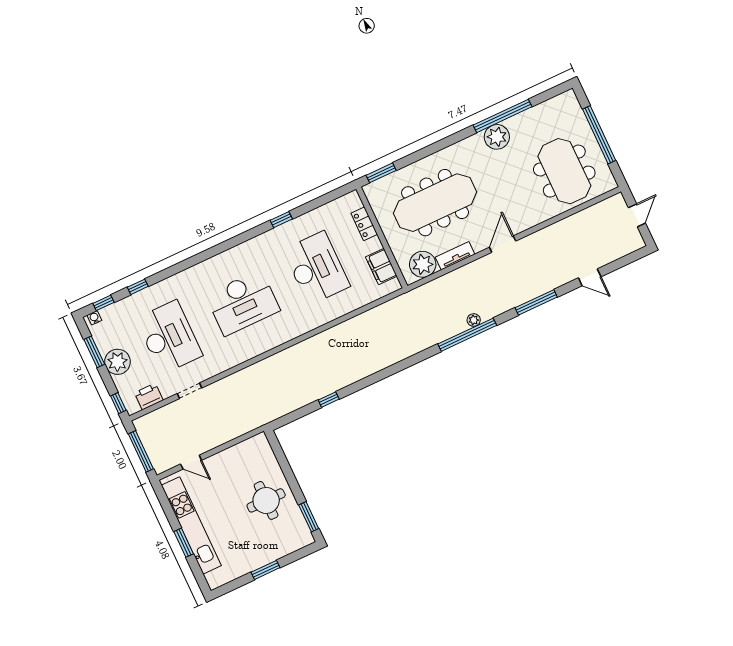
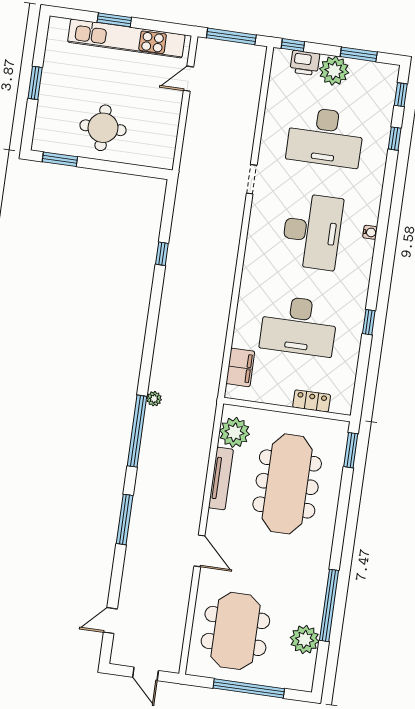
plant: (497, 137) -> (305, 639), moved
meeting table: (564, 171) -> (235, 631), turned 90
door: (503, 244) -> (199, 551), moved
tv unit: (455, 256) -> (221, 479), width x1.41
filing cabinet: (381, 266) -> (240, 367), moved, turned 90
door: (590, 277) -> (110, 621), moved
desk: (243, 303) -> (312, 231), turned 180
water cooler: (94, 318) -> (370, 232), moved
plant: (474, 320) -> (154, 399), moved
doorway: (189, 391) -> (252, 179), moved
printer: (149, 397) -> (305, 63), moved, turned 90

